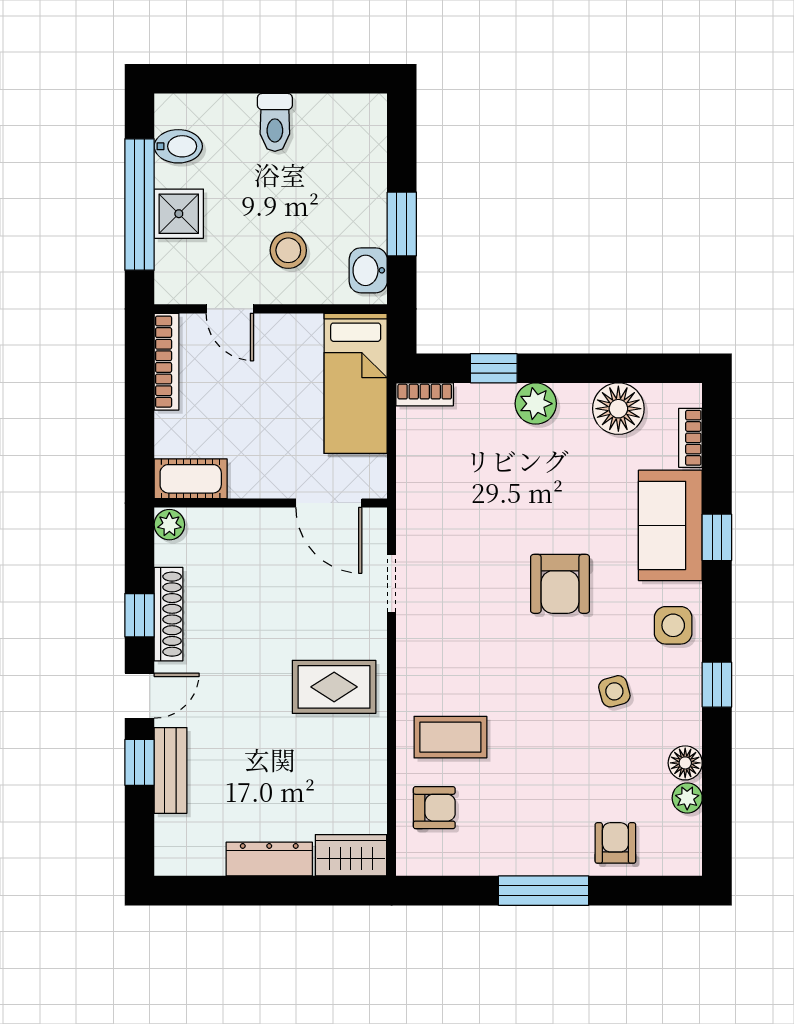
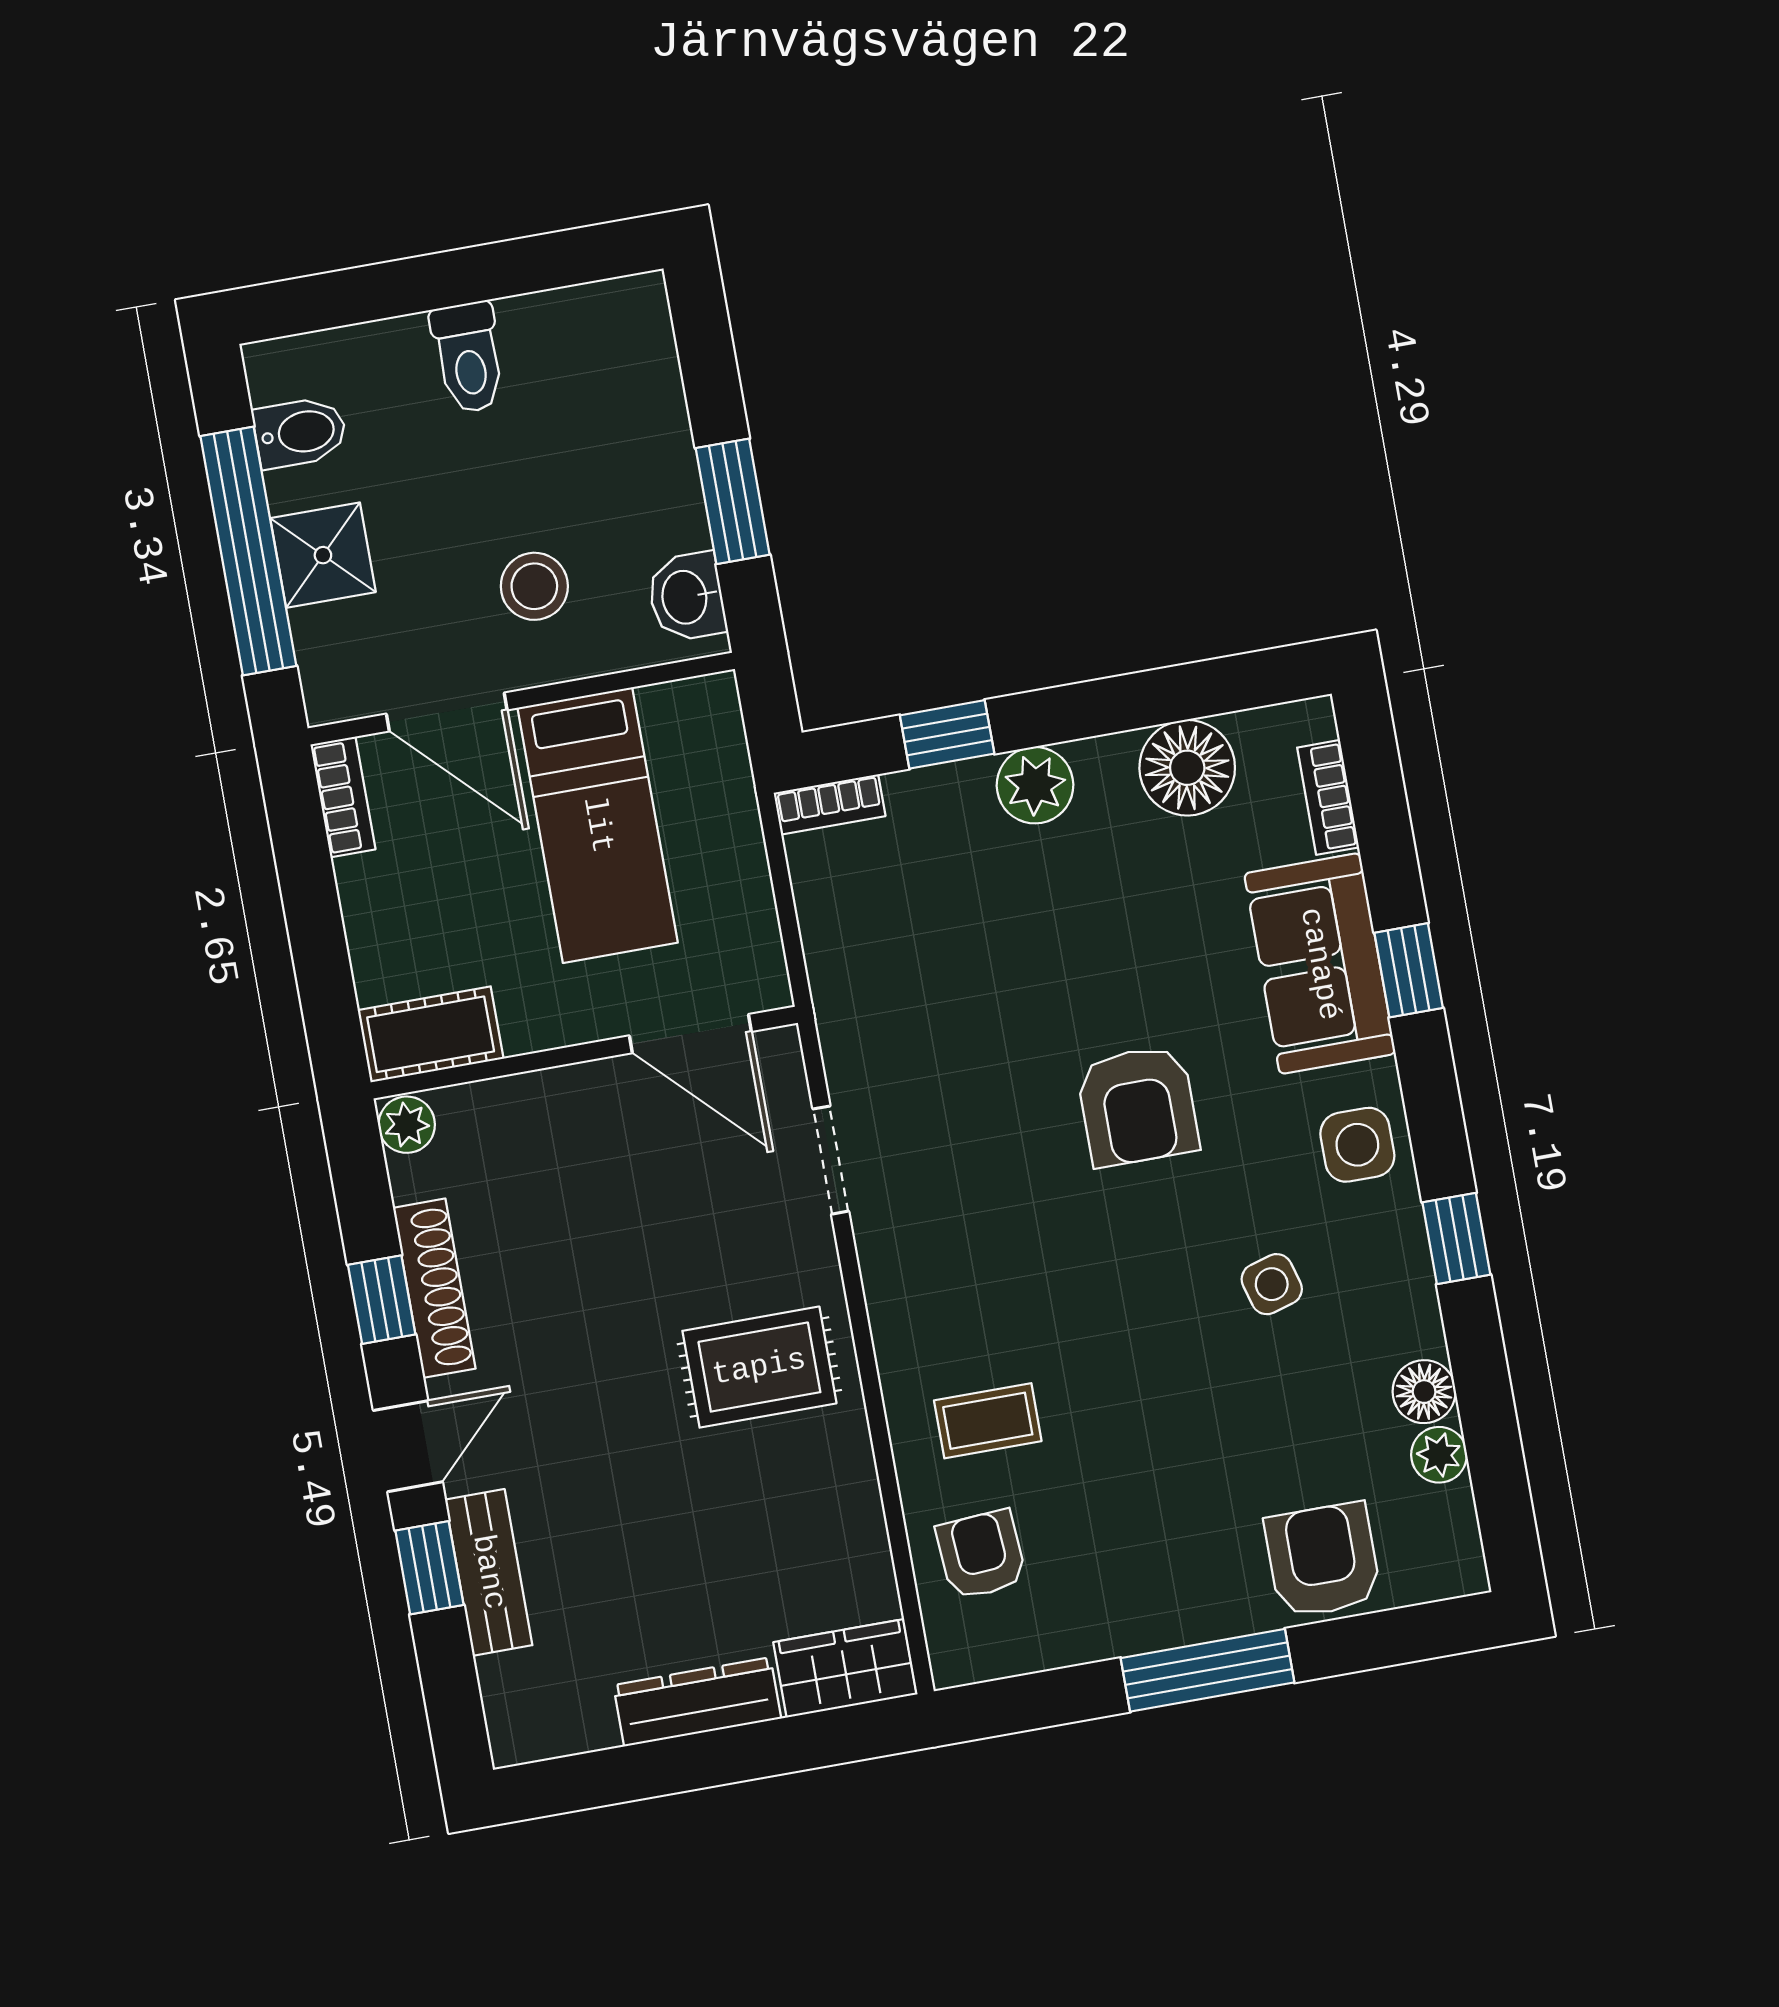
door: (230, 309) -> (447, 712), width x1.38
bookcase: (167, 362) -> (343, 797), width x0.64
bed: (356, 383) -> (598, 825), moved
coffee table: (450, 737) -> (988, 1421), width x0.73, depth x0.77
armchair: (434, 808) -> (981, 1555), turned -94
armchair: (615, 843) -> (1323, 1560), width x1.38, depth x1.38

